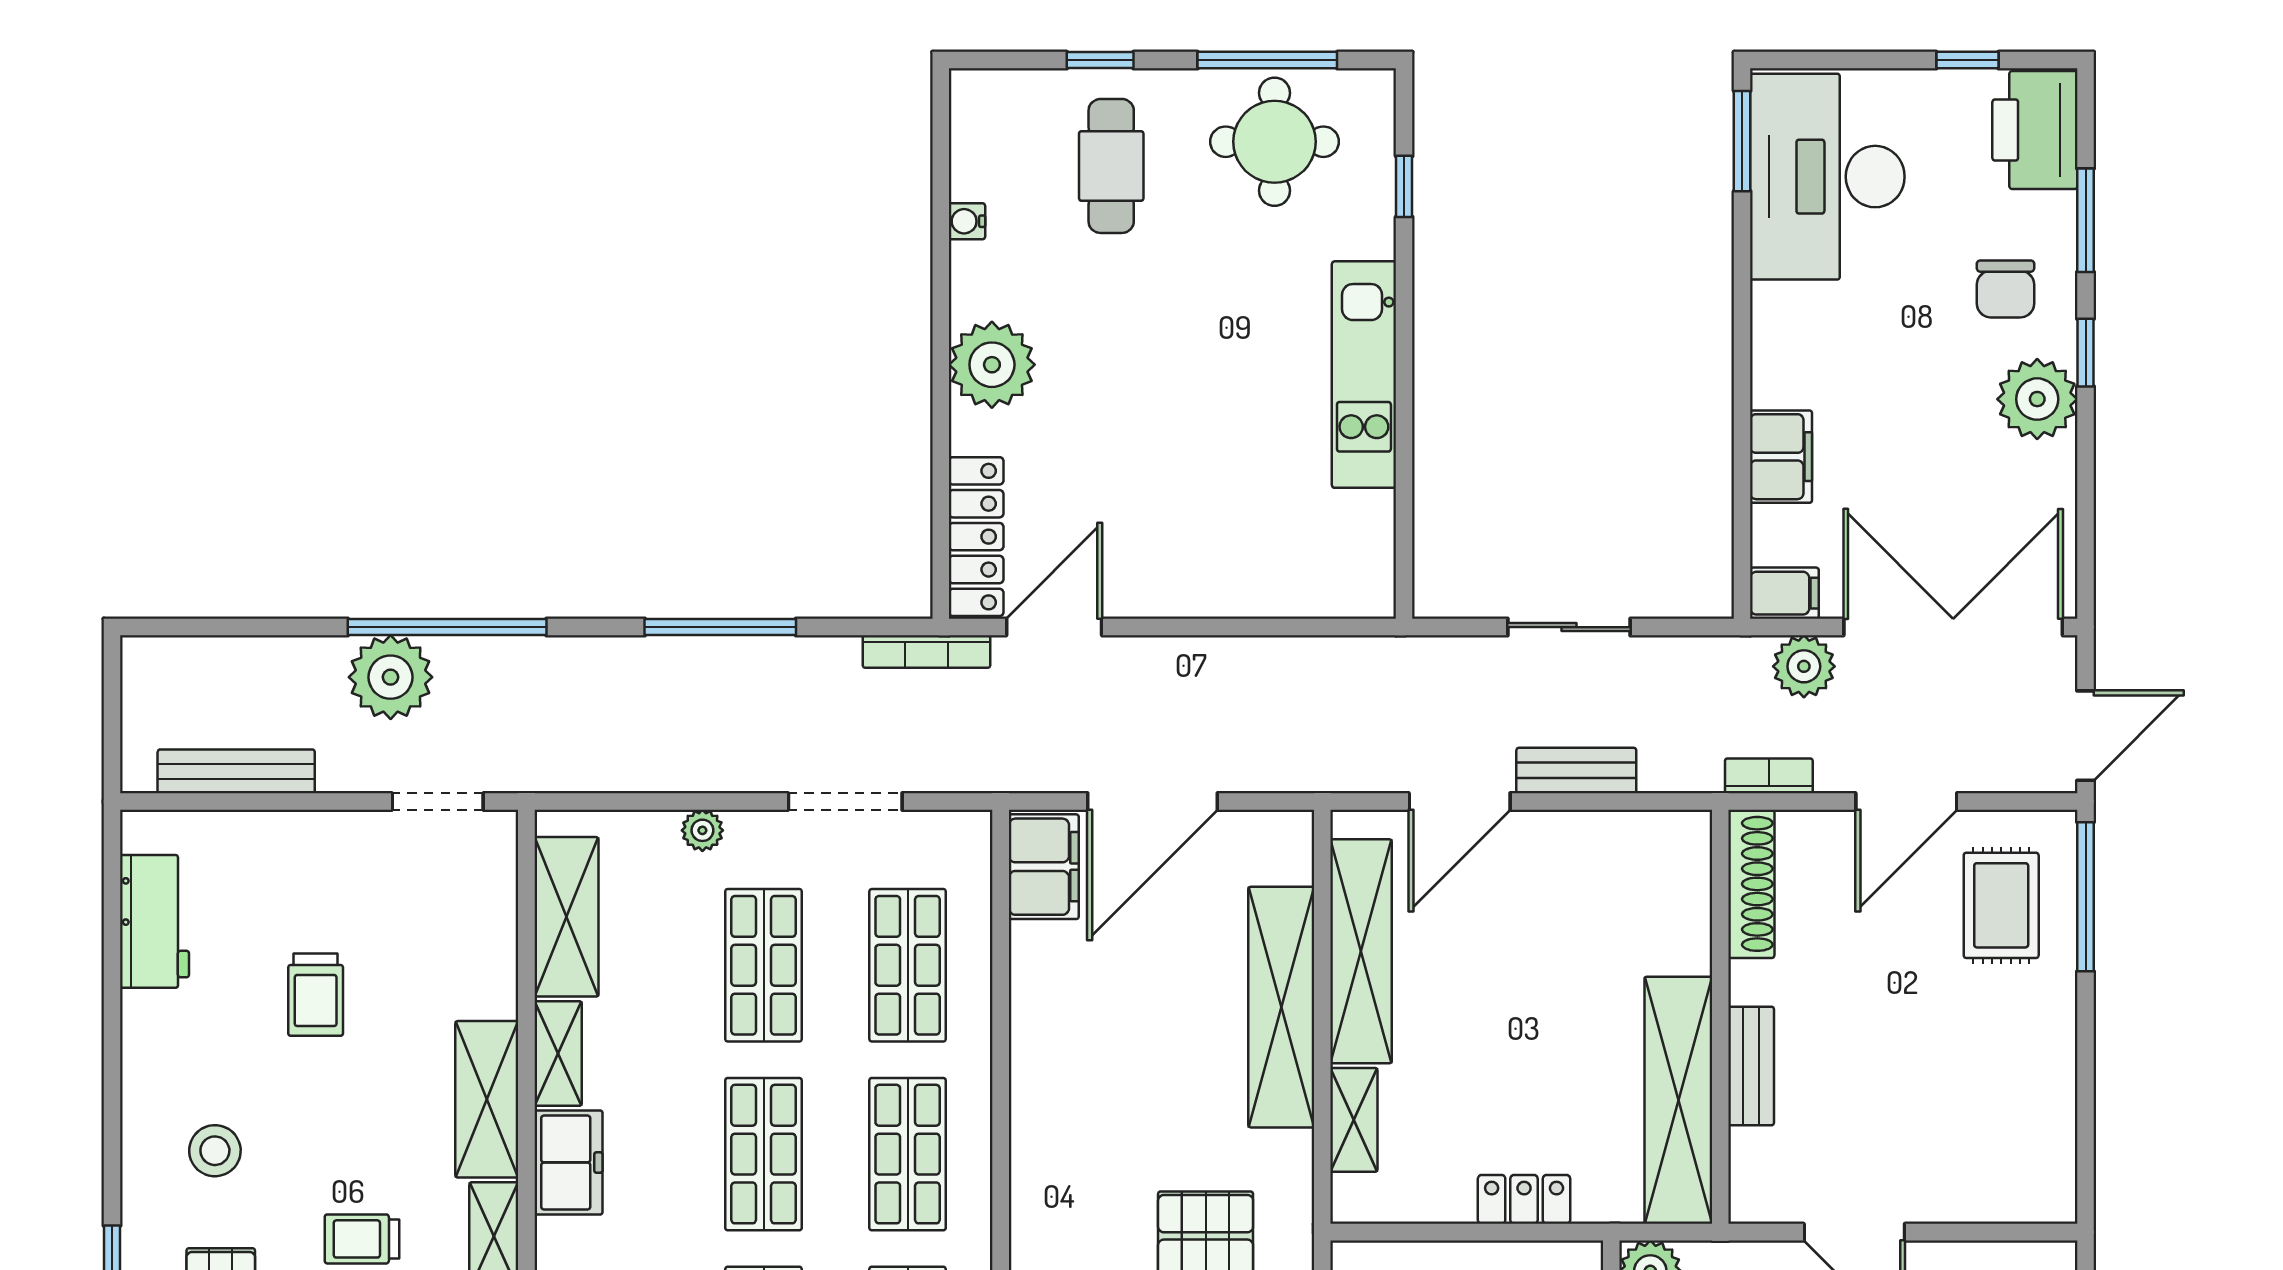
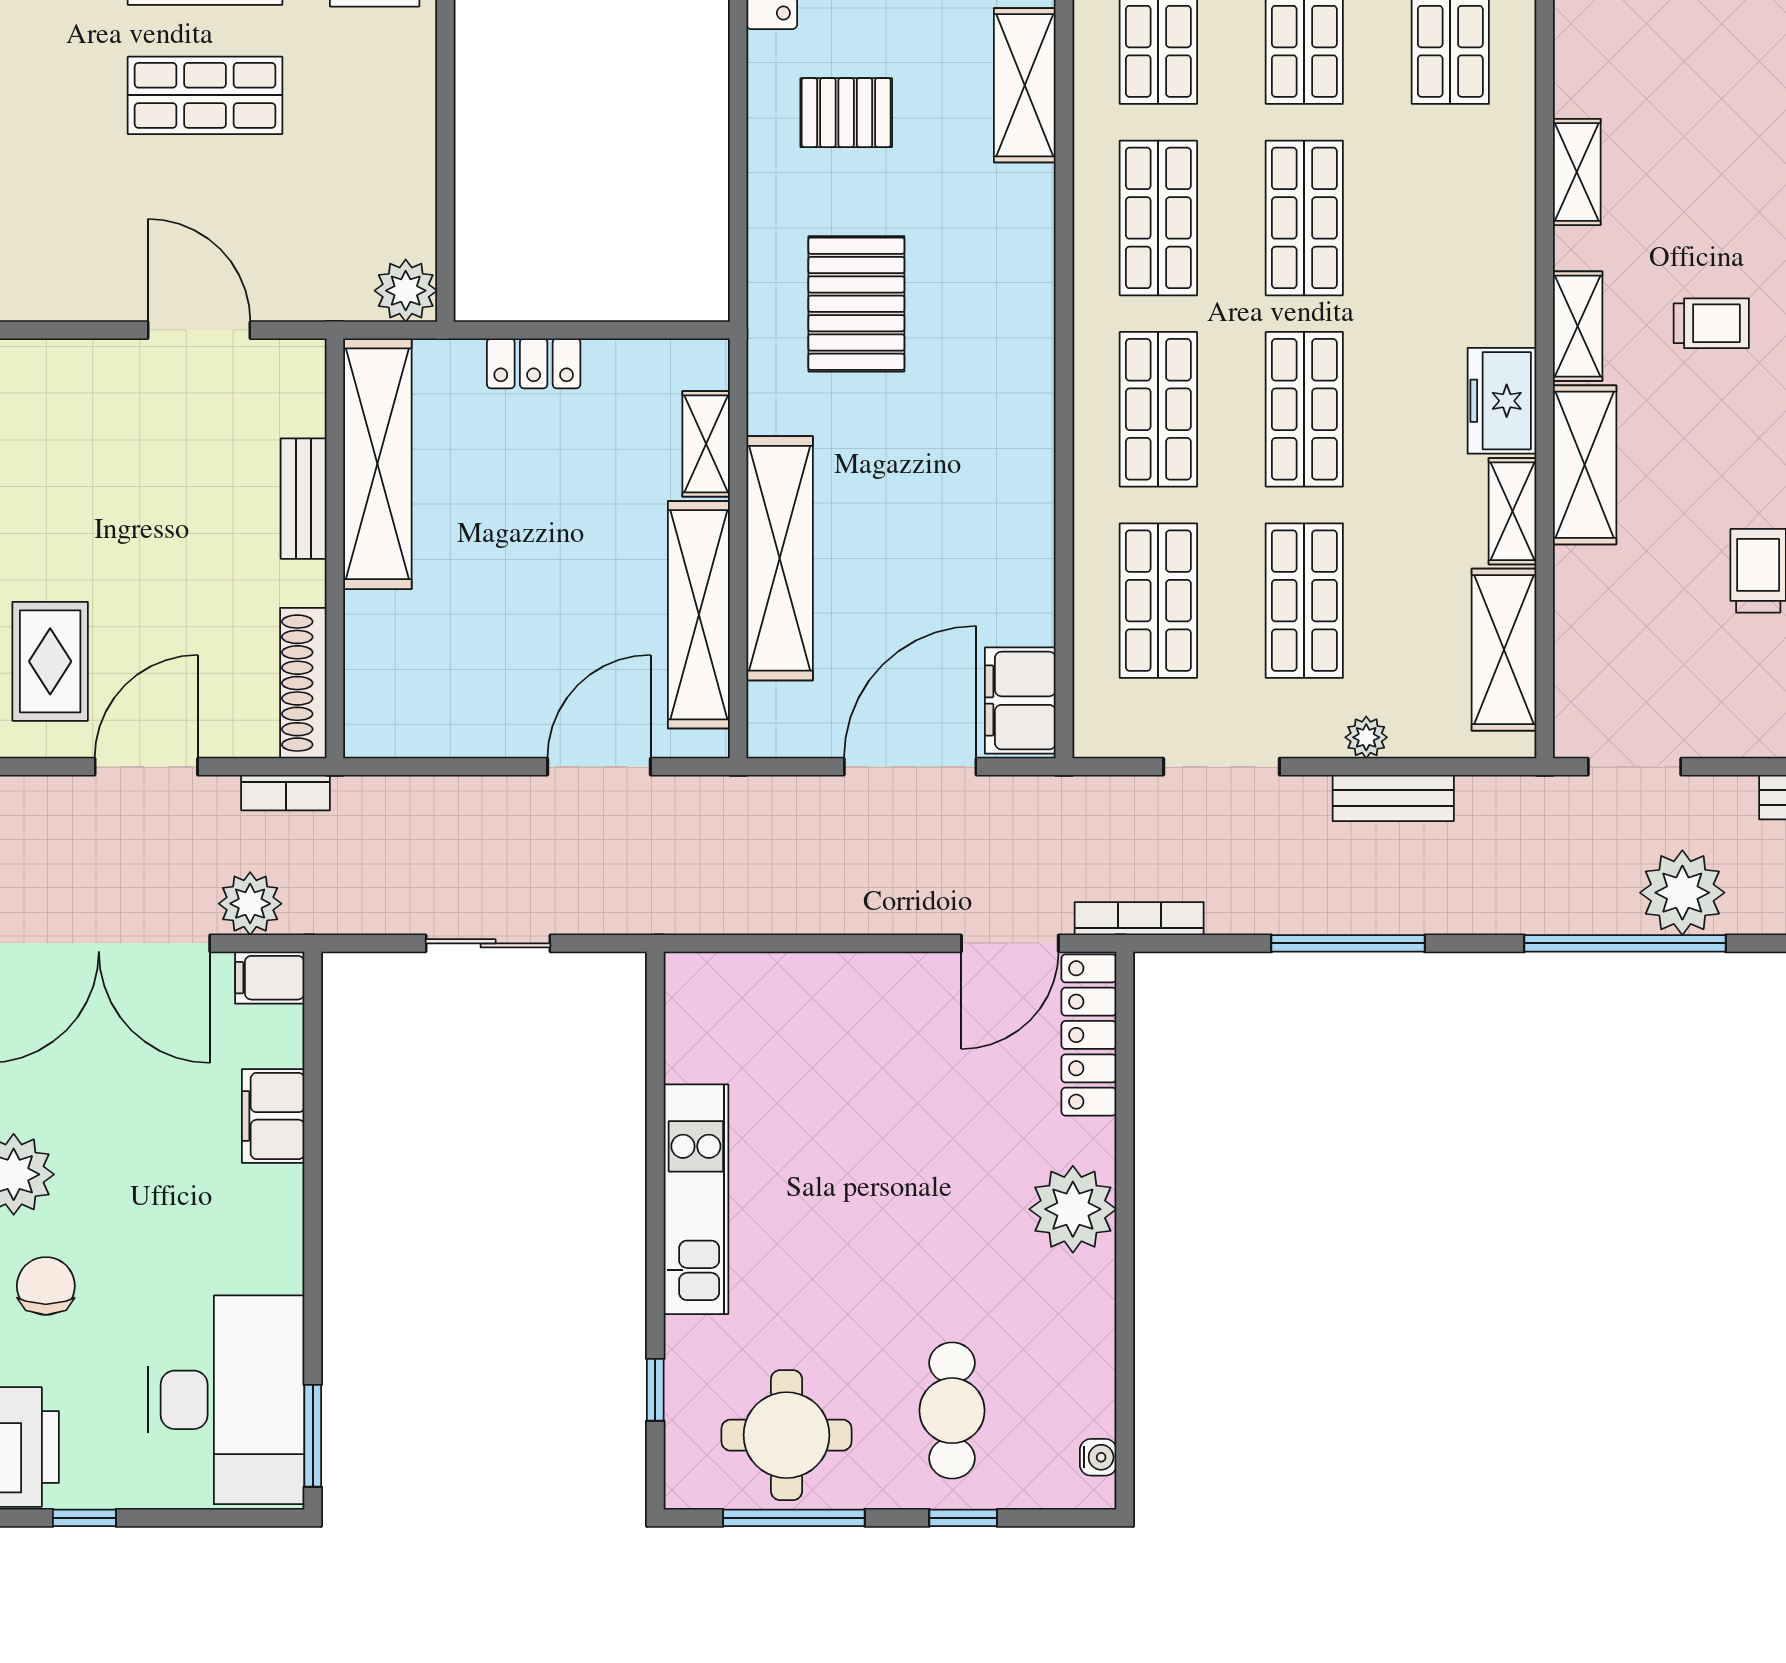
water cooler: (967, 221) -> (1098, 1457), moved
bench: (1576, 770) -> (1393, 798), moved

